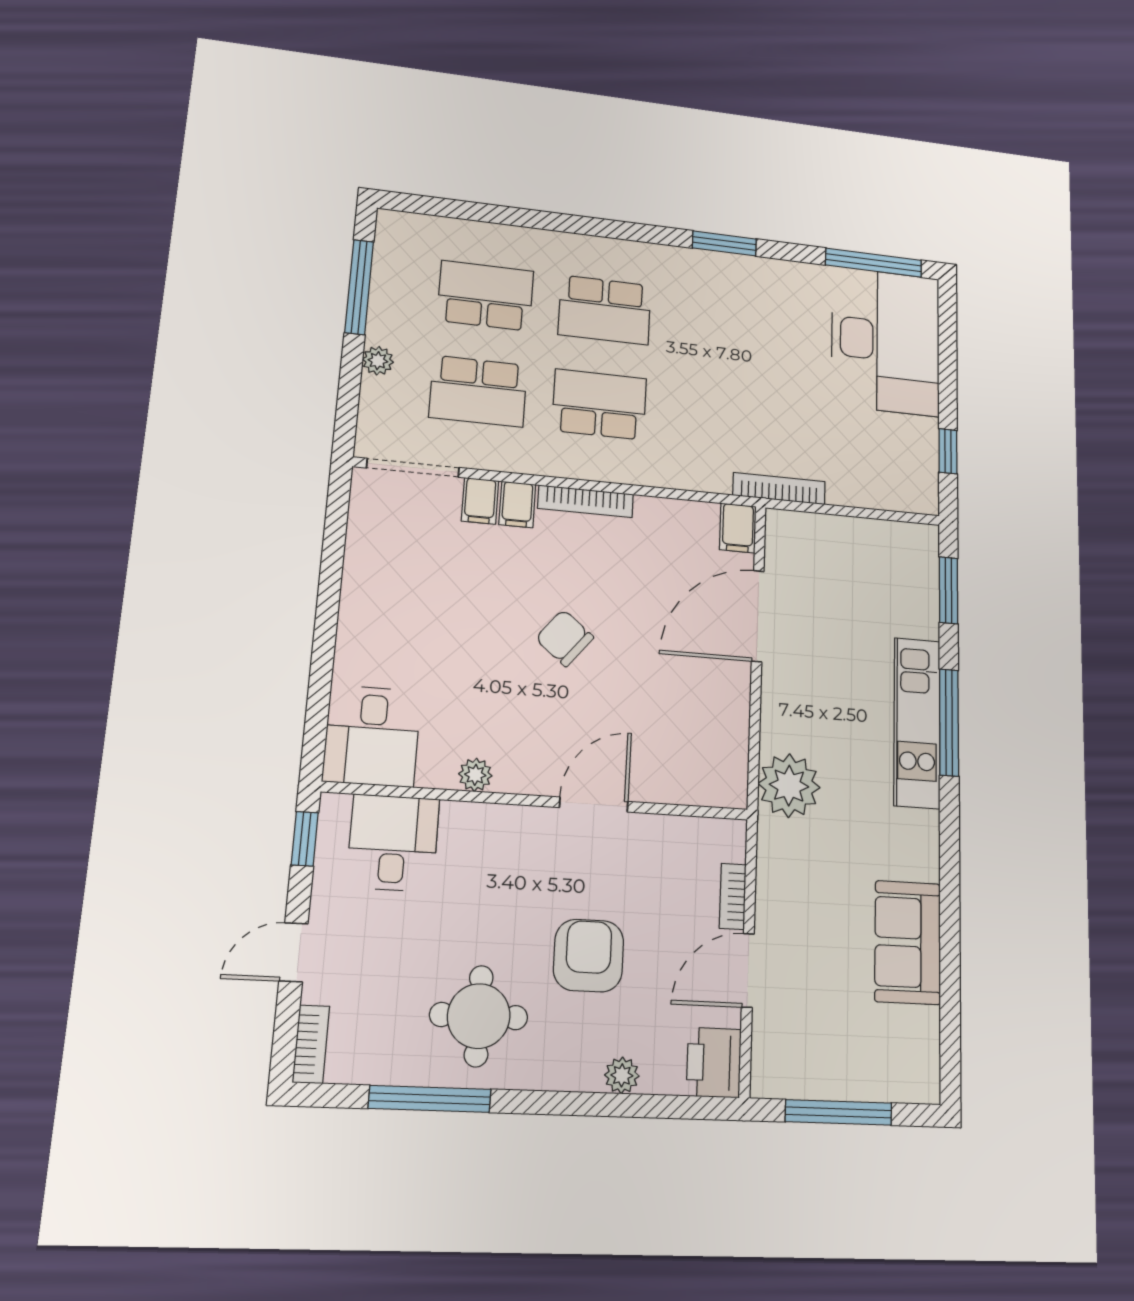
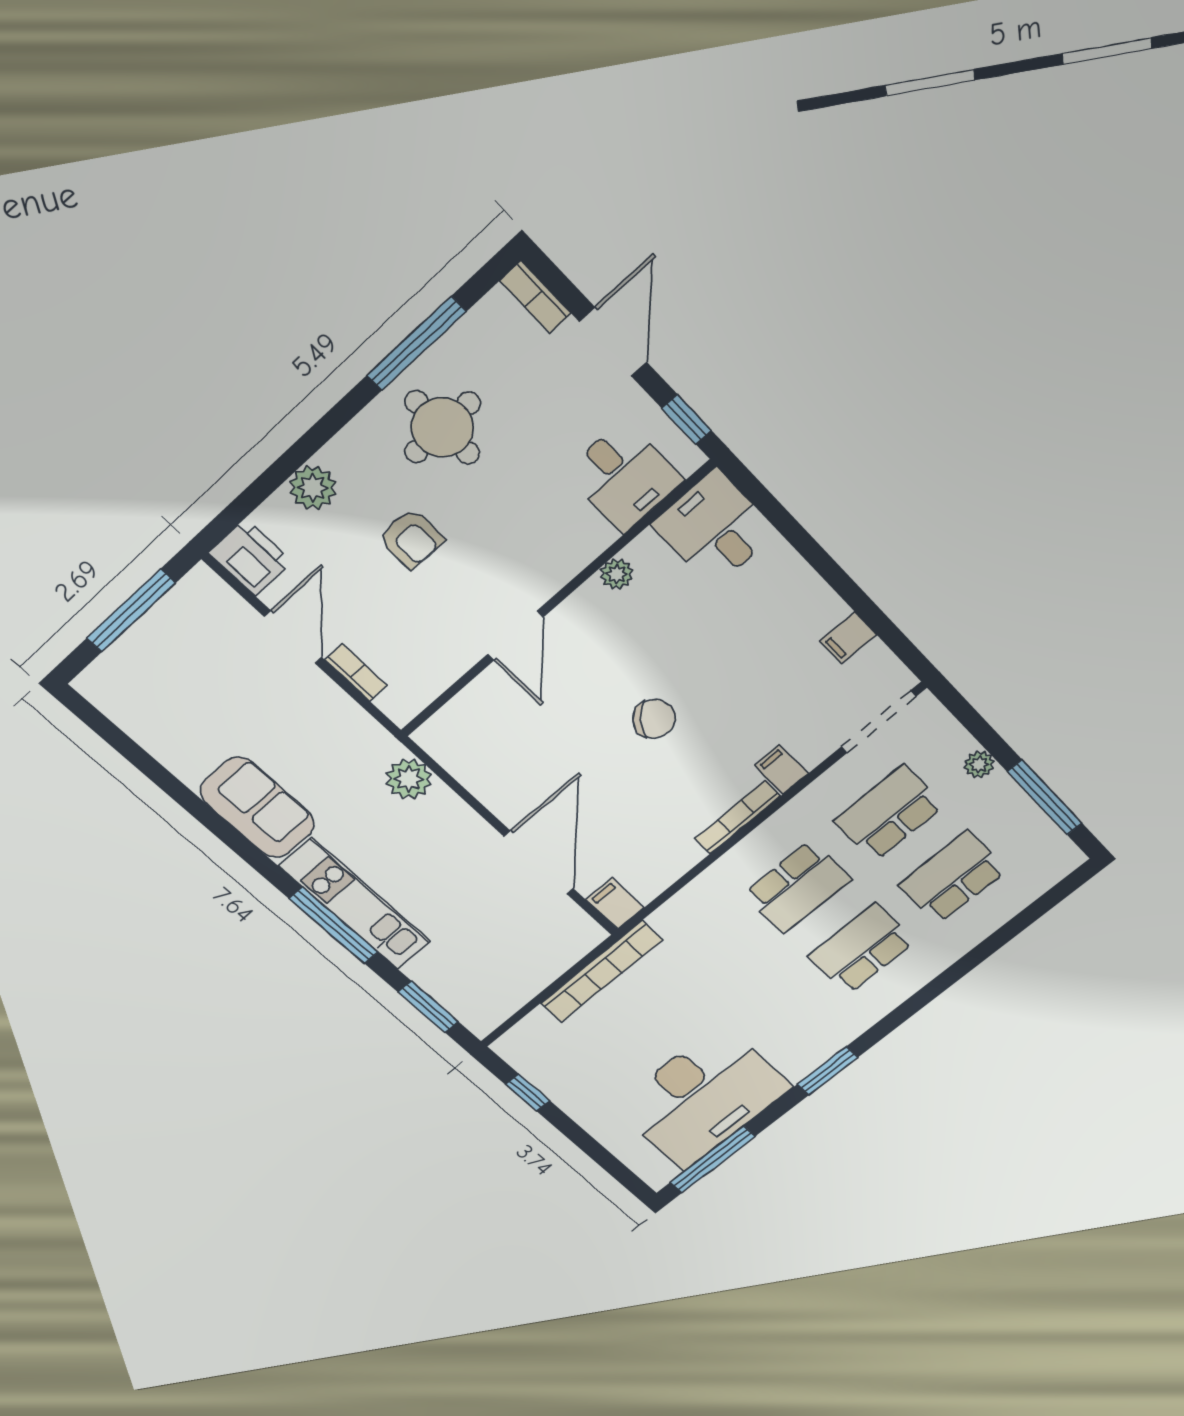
school desk: (486, 296) -> (953, 877), turned 180
desk: (886, 341) -> (703, 1097), moved, turned -90
bookcase: (779, 489) -> (601, 972), width x1.48, depth x1.31
filing cabinet: (480, 501) -> (848, 638), moved, turned -90
plant: (789, 786) -> (409, 779), width x0.73, depth x0.73
sofa: (908, 942) -> (257, 808), moved
door: (294, 952) -> (613, 342), width x1.38
armchair: (589, 956) -> (411, 539), width x0.72, depth x0.72
plant: (622, 1075) -> (313, 488), width x1.38, depth x1.38

